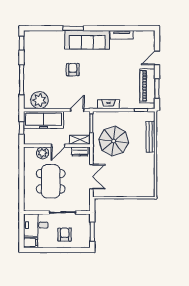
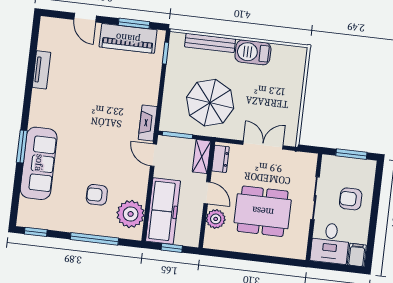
sofa: (87, 40) -> (39, 163), moved
armchair: (73, 70) -> (97, 195), moved
fireplace: (108, 104) -> (148, 123), moved
barbecue: (148, 164) -> (253, 52), added

